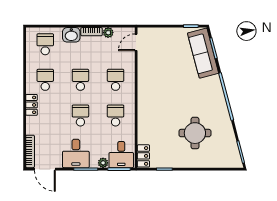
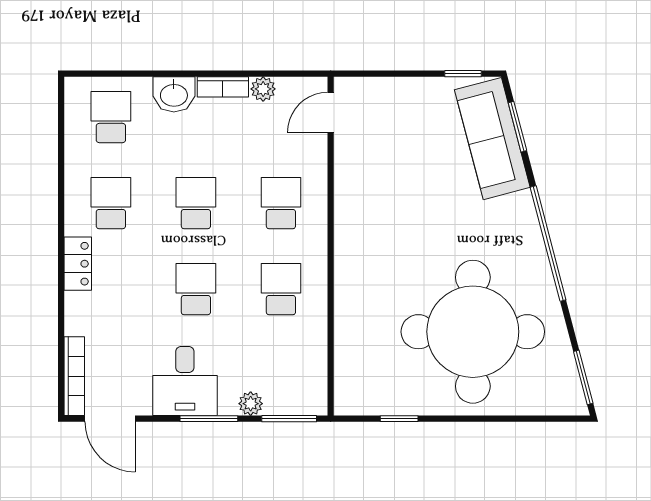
round table: (195, 133) -> (473, 332), width x1.86, depth x1.86
desk: (121, 155) -> (295, 384), removed
locker: (143, 156) -> (348, 387), removed

